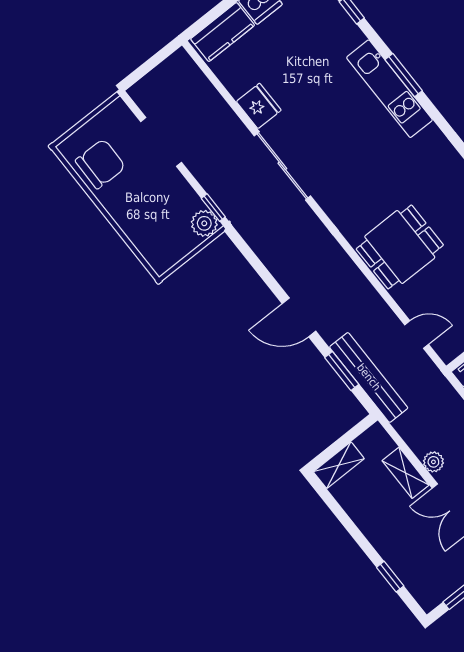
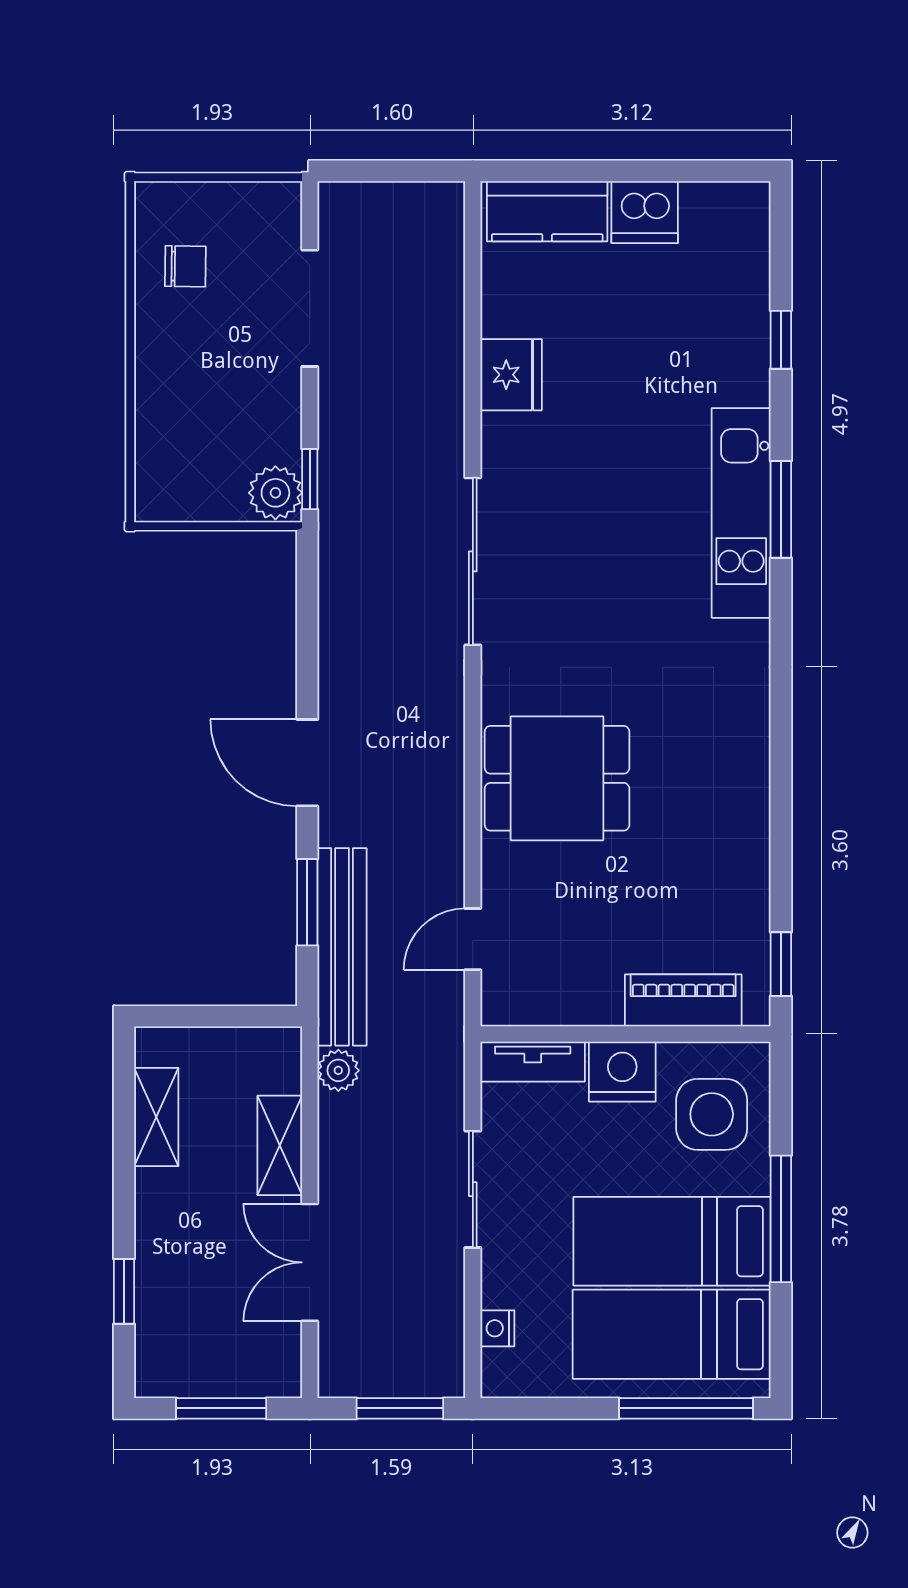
chair: (100, 164) -> (185, 266), width x0.54, depth x0.54
sliding door: (282, 166) -> (473, 561), moved
door: (417, 335) -> (473, 939), swing flipped
plant: (433, 462) -> (338, 1070), moved
shelving: (339, 465) -> (156, 1117), moved, turned 90

